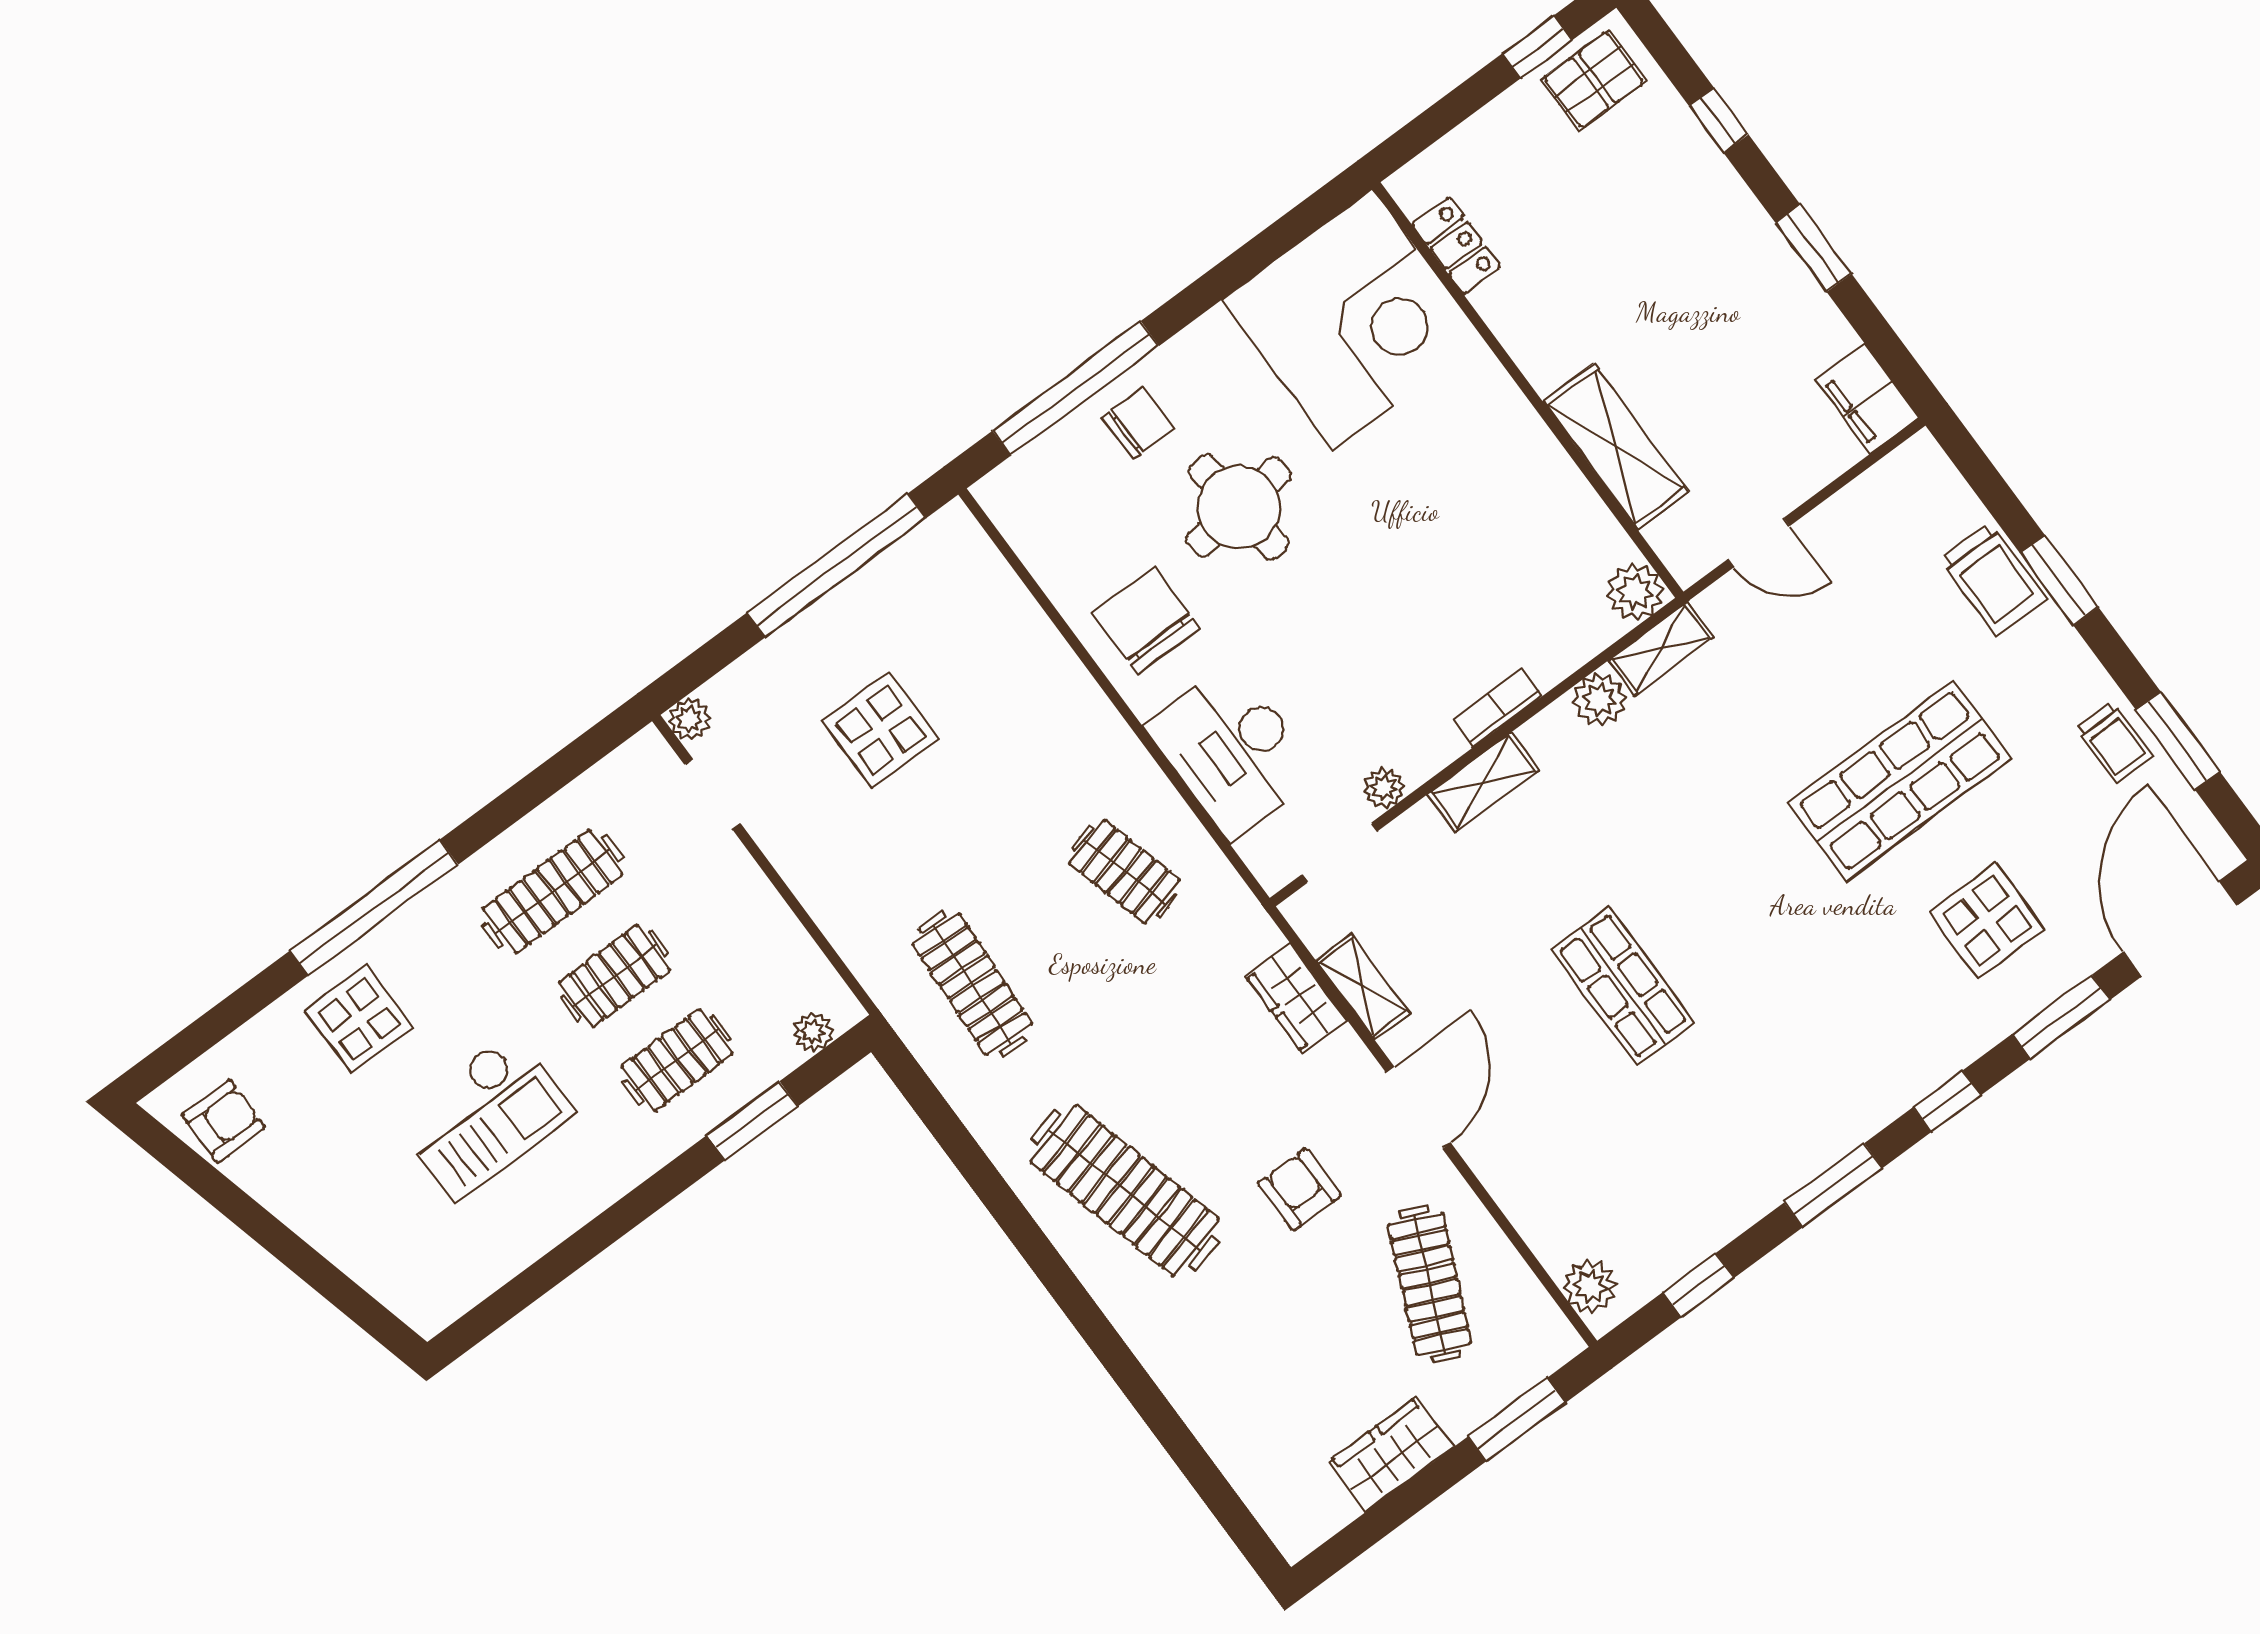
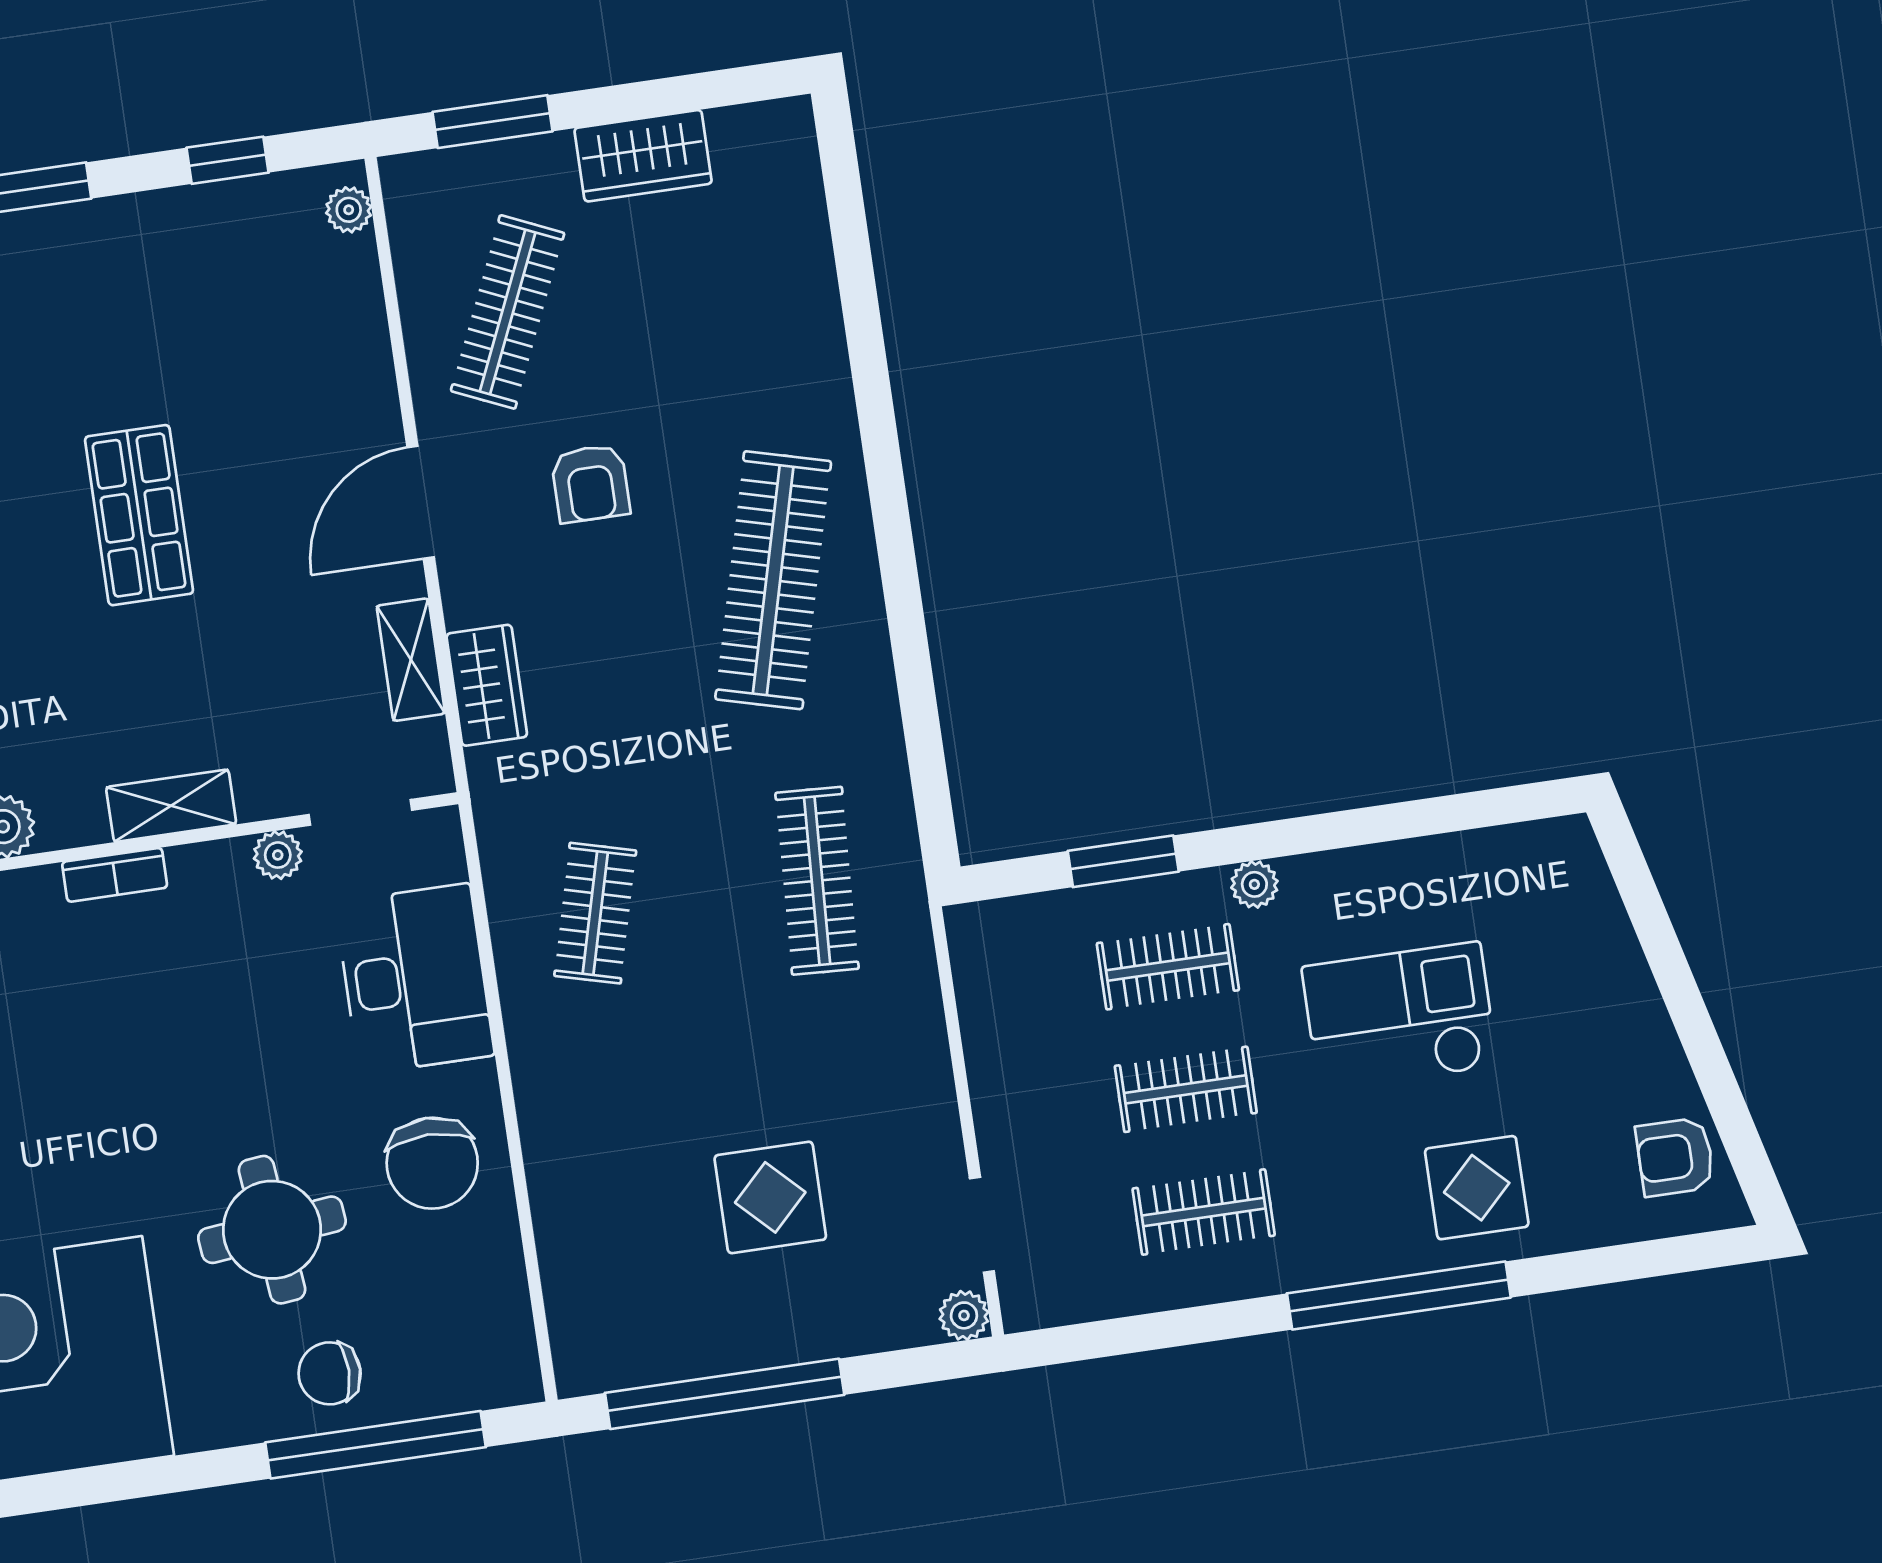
clothes rail: (1124, 872) -> (595, 913), turned 30
clothes rail: (552, 892) -> (1204, 1212), width x0.73
plant: (813, 1032) -> (1254, 884), moved
clothes rail: (1125, 1190) -> (773, 580), turned 30
plant: (1590, 1286) -> (349, 210), width x0.73, depth x0.73

